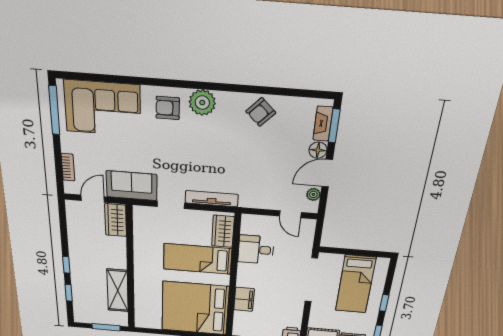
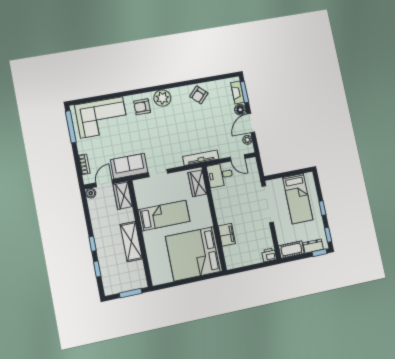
tv unit: (212, 199) -> (201, 158), moved
boiler: (72, 206) -> (91, 193), added
desk: (256, 250) -> (220, 175), moved
bed: (198, 259) -> (164, 216), moved, turned 180
shelving: (118, 290) -> (131, 242), moved

